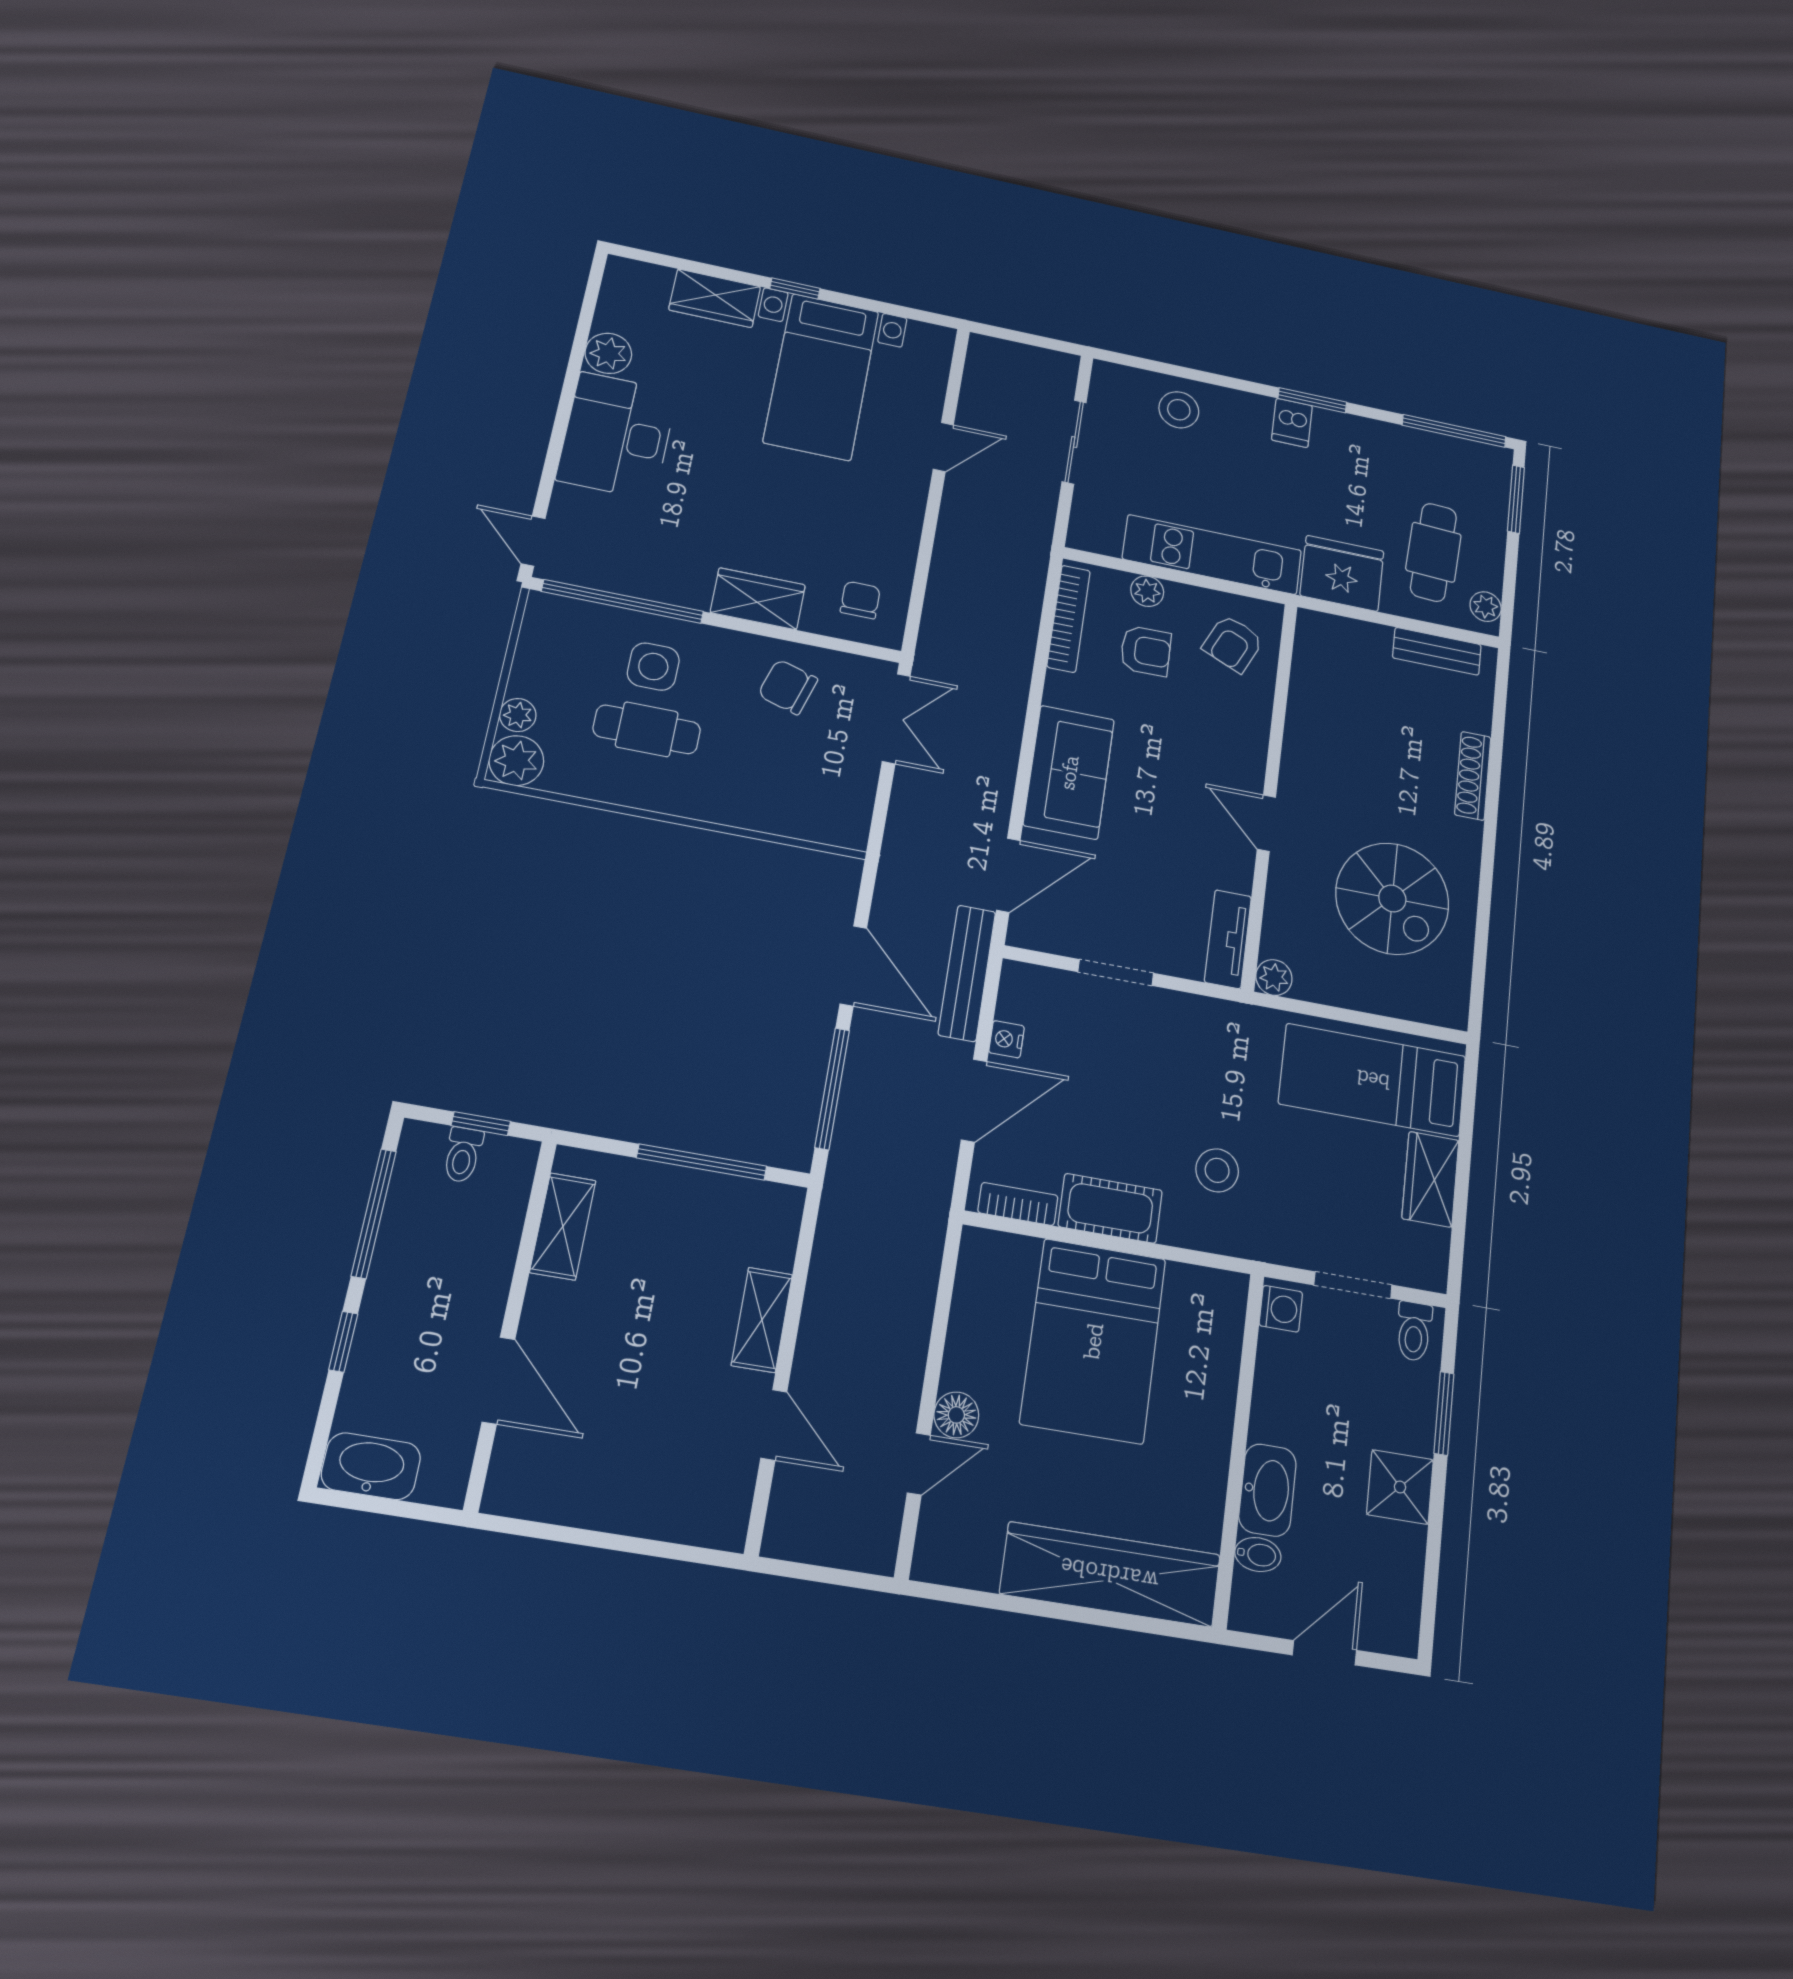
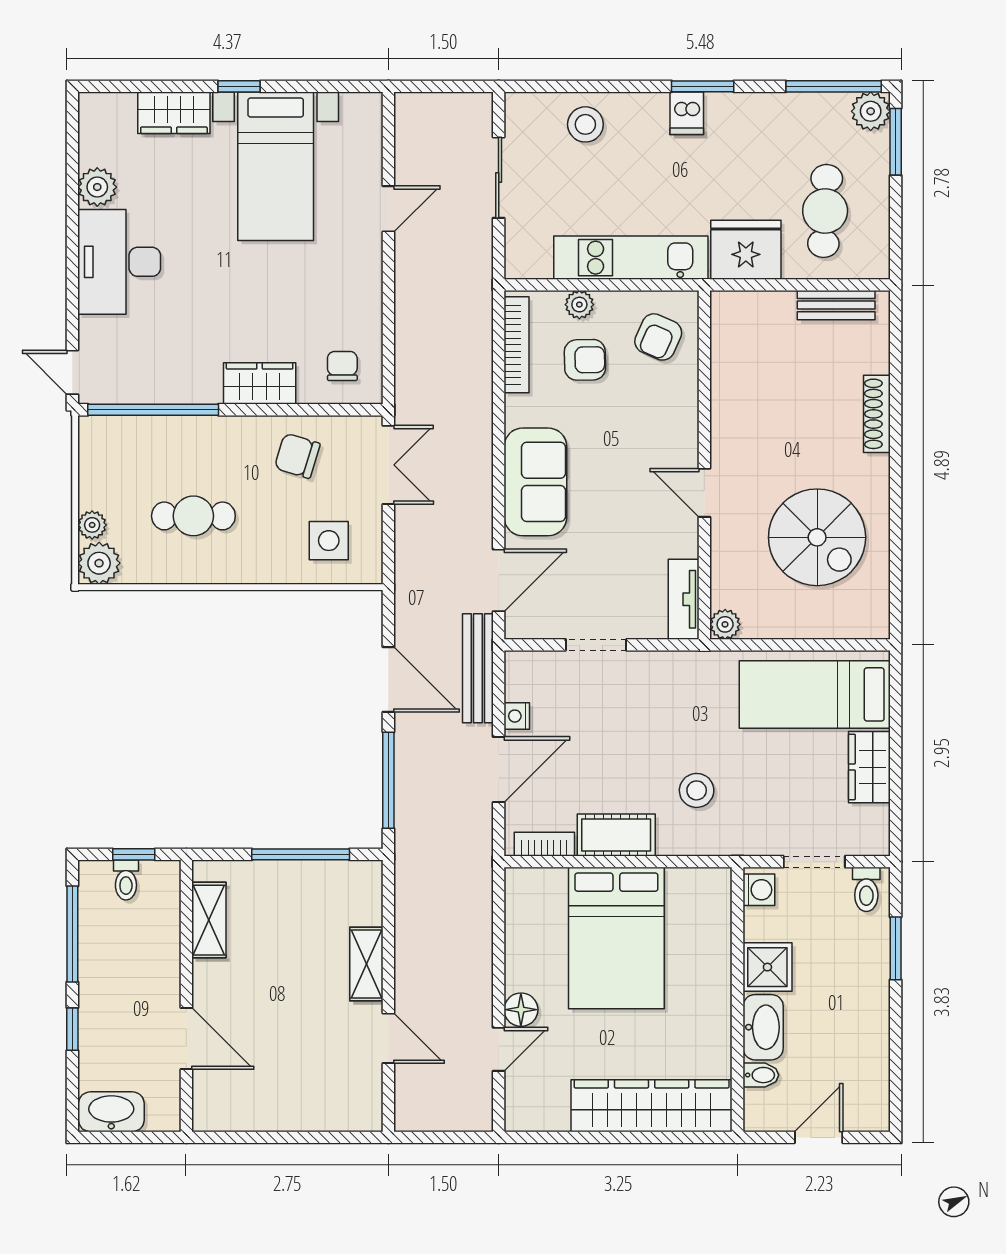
plant: (1486, 607) -> (871, 111), moved, width x1.38, depth x1.38
side table: (653, 667) -> (329, 541), moved
shower: (1400, 1487) -> (767, 967), moved

